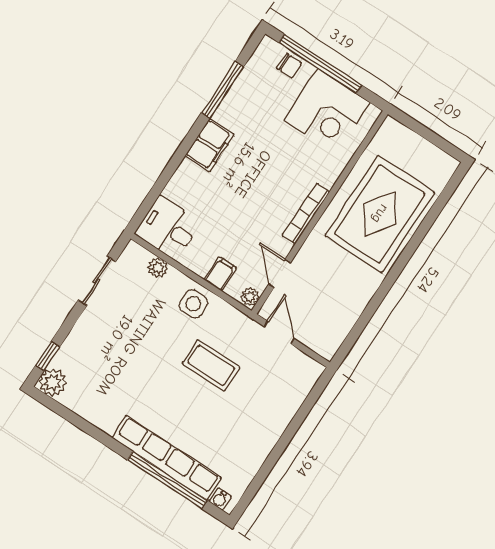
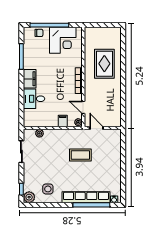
rug: (380, 214) -> (104, 64), width x0.73, depth x0.69
desk: (168, 228) -> (34, 99), moved
side table: (193, 304) -> (48, 189), moved

